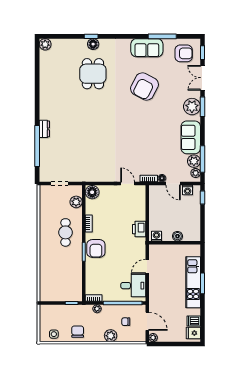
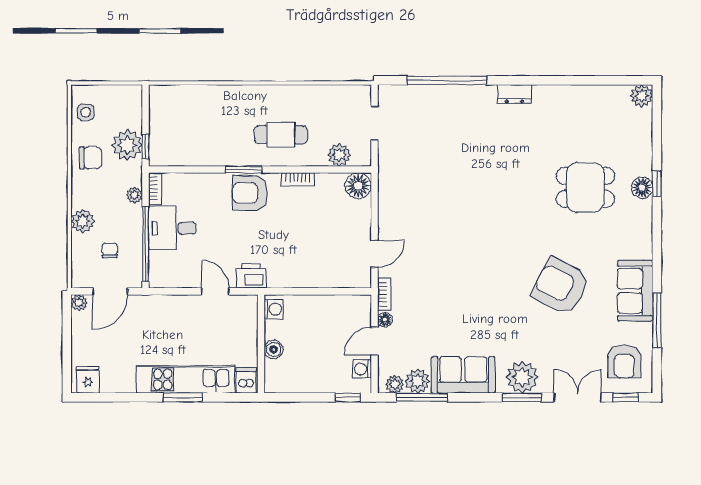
dresser: (44, 129) -> (514, 94), moved
printer: (139, 229) -> (251, 276), moved
desk: (133, 286) -> (172, 228), moved, turned 90
plant: (71, 312) -> (127, 145), added
dishwasher: (194, 321) -> (246, 381), moved

